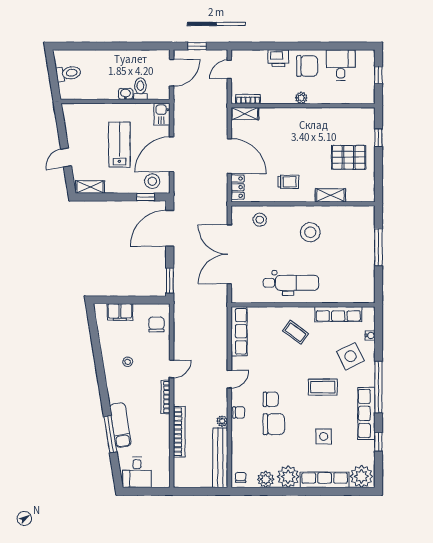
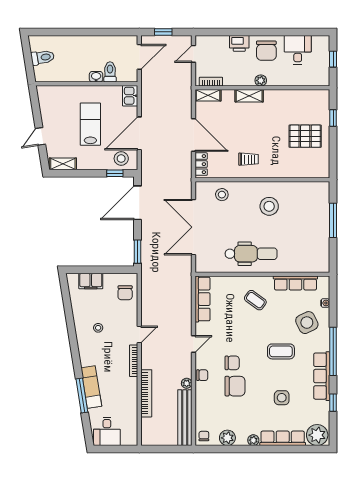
chair: (307, 66) -> (266, 51), turned 90
shelving: (330, 195) -> (249, 96), moved
chair: (156, 324) -> (125, 293), turned 180
plant: (288, 477) -> (253, 440), width x0.53, depth x0.53

